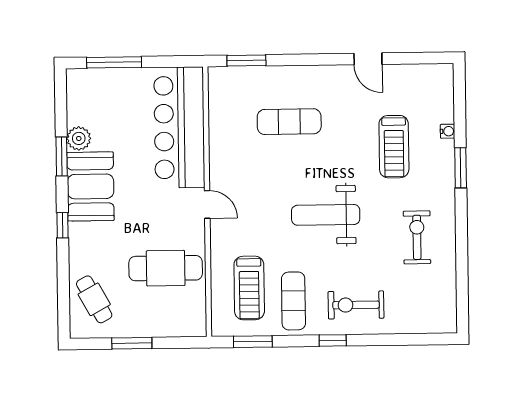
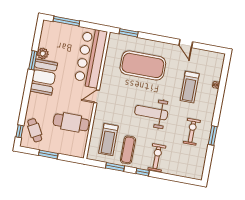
exercise mat: (289, 122) -> (143, 65), width x2.00, depth x1.45
window: (461, 168) -> (213, 136), moved
door: (207, 204) -> (97, 97), swing flipped
window: (62, 225) -> (20, 131), moved
exercise bike: (356, 305) -> (157, 158), turned 90
window: (253, 342) -> (115, 167), moved

